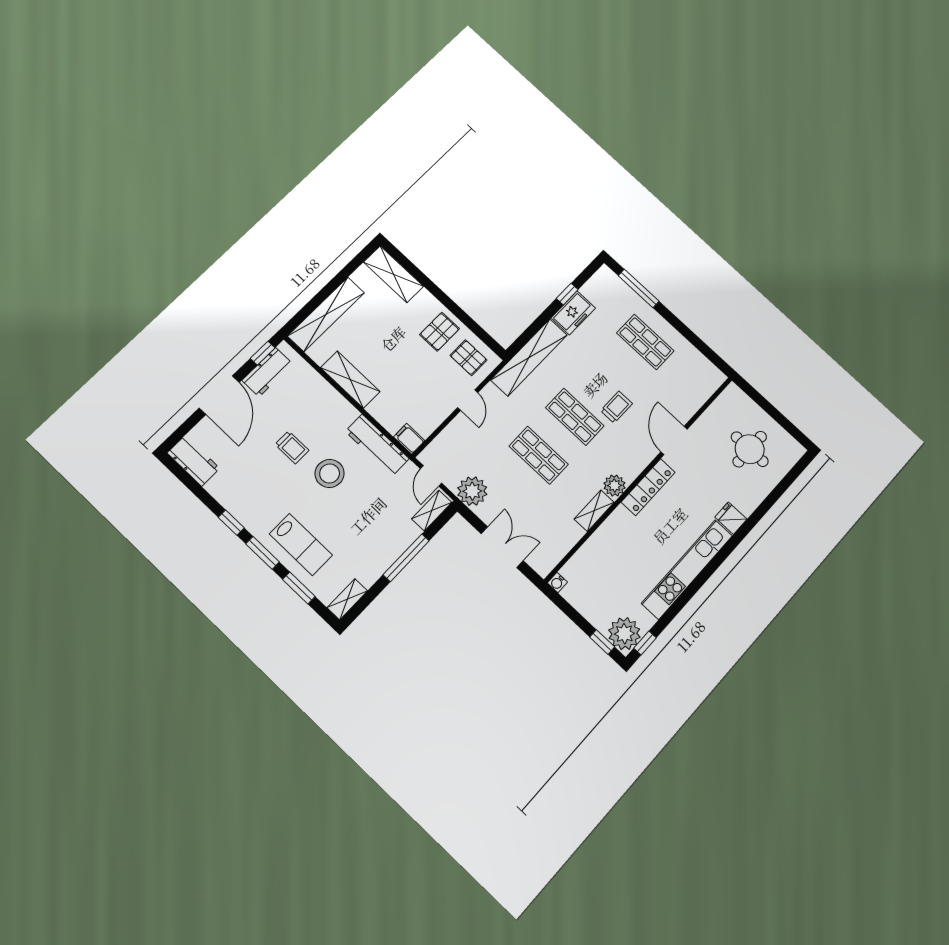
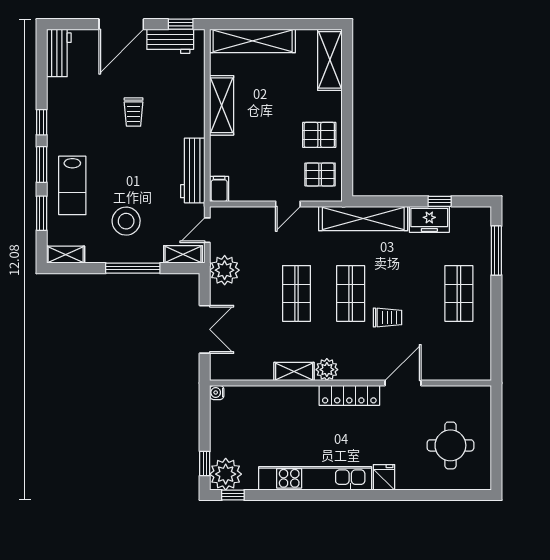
pallet: (468, 358) -> (320, 174), turned 90
stool: (330, 473) -> (126, 221), moved

